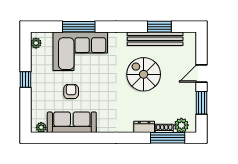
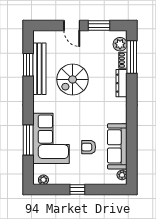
dresser: (144, 127) -> (121, 83), width x1.44

